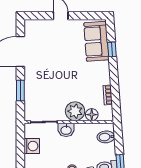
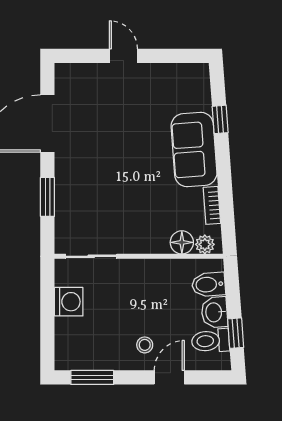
sofa: (96, 41) -> (194, 150), moved
plant: (75, 111) -> (205, 244), moved, width x0.53, depth x0.53
washbasin: (66, 130) -> (214, 312), moved, turned 86

